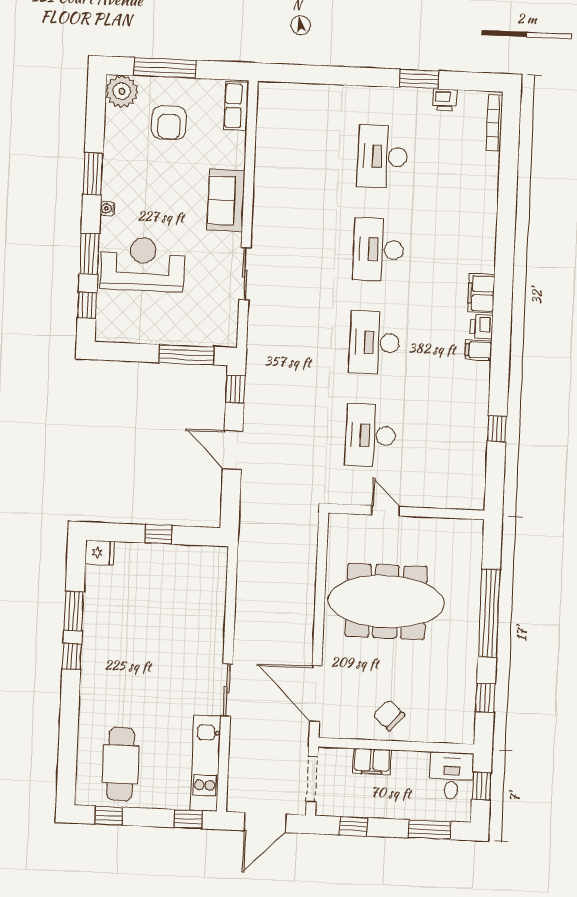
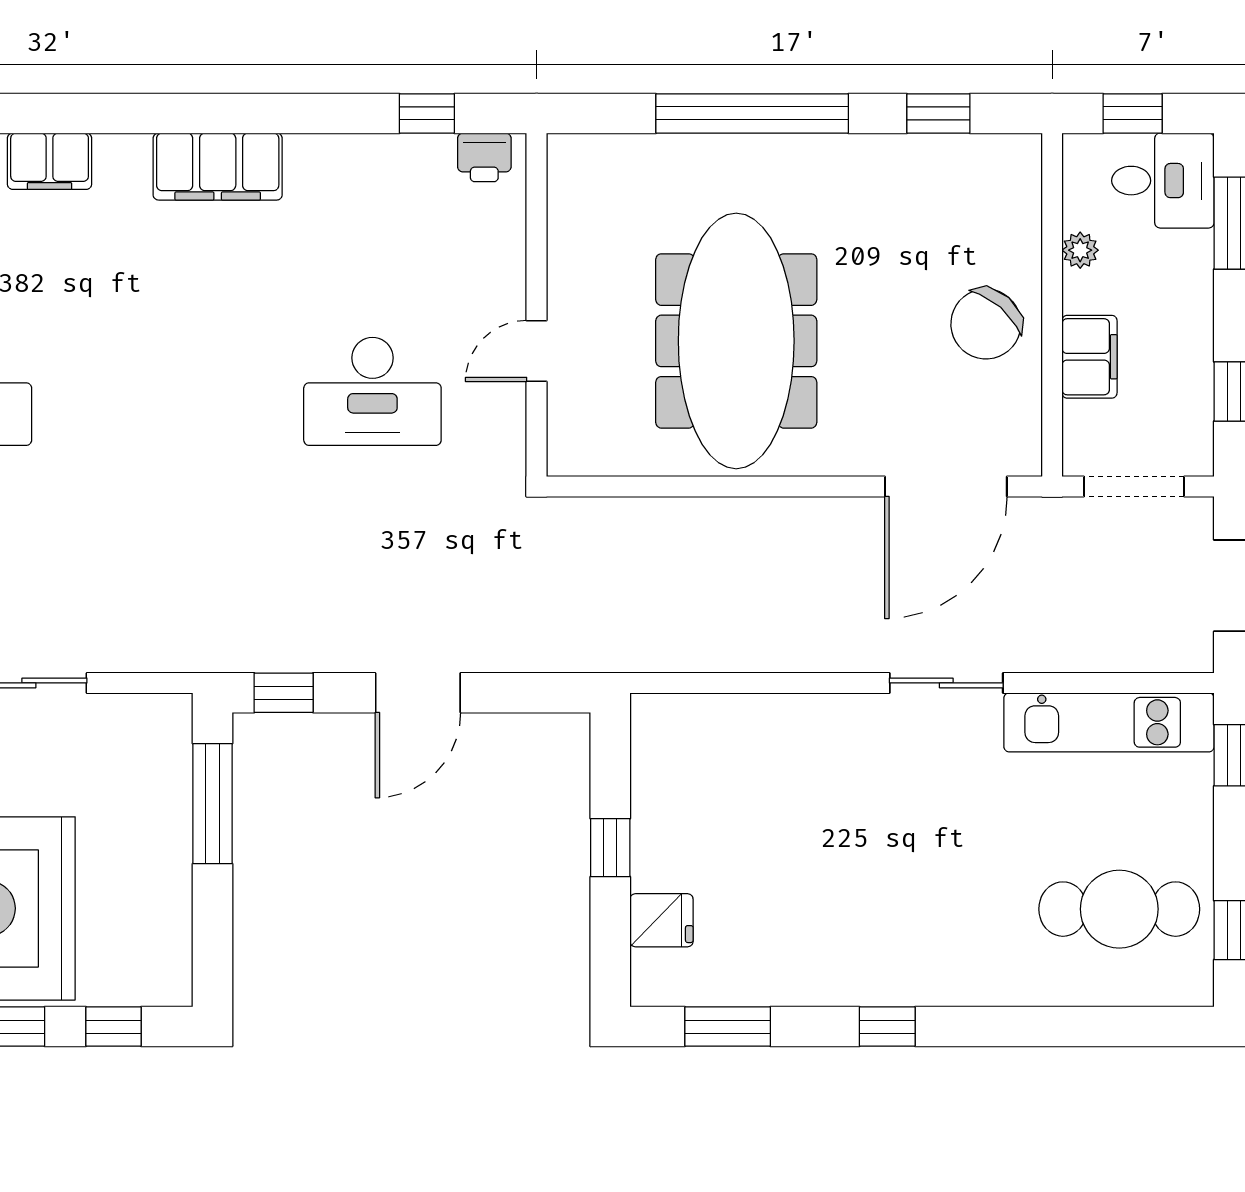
printer: (482, 327) -> (484, 157), moved
desk: (374, 342) -> (168, 391), removed
filing cabinet: (479, 350) -> (218, 167), width x3.00, depth x1.17
window: (497, 429) -> (427, 113), moved
fridge: (100, 553) -> (661, 920), moved, turned 90
window: (74, 611) -> (728, 1027), moved
chair: (389, 715) -> (986, 324), width x1.37, depth x1.37
plant: (420, 759) -> (1080, 250), added
desk: (451, 776) -> (1163, 181), moved, turned 180

